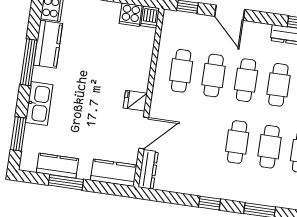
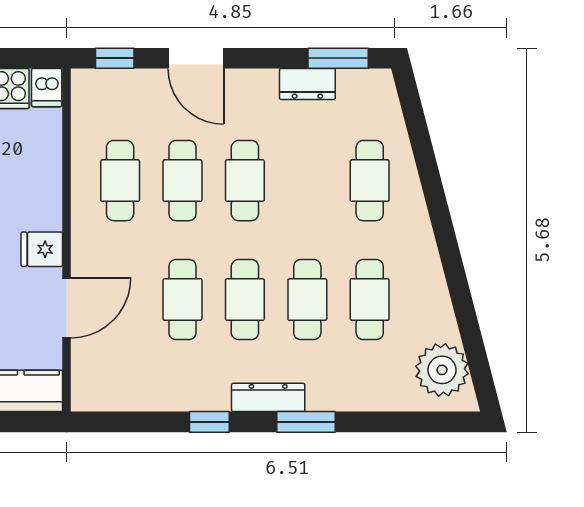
cafe table: (278, 85) -> (182, 300), moved
dresser: (148, 169) -> (268, 397), moved, turned -90

